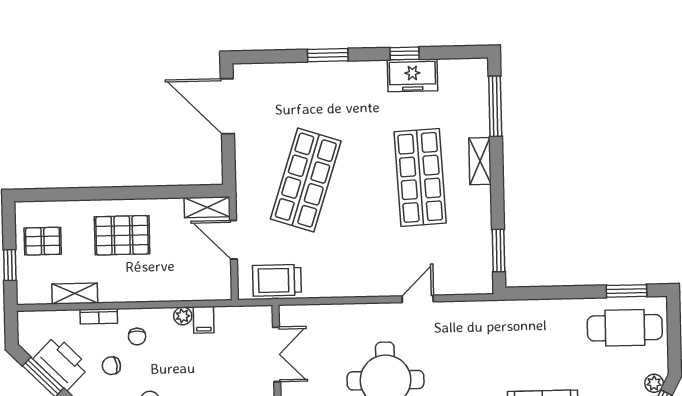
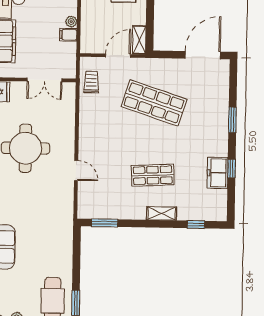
window: (495, 106) -> (196, 224), width x0.46
shop shelf: (420, 177) -> (153, 175), width x0.70, depth x0.74
trolley: (277, 280) -> (91, 82), width x0.73, depth x0.72

